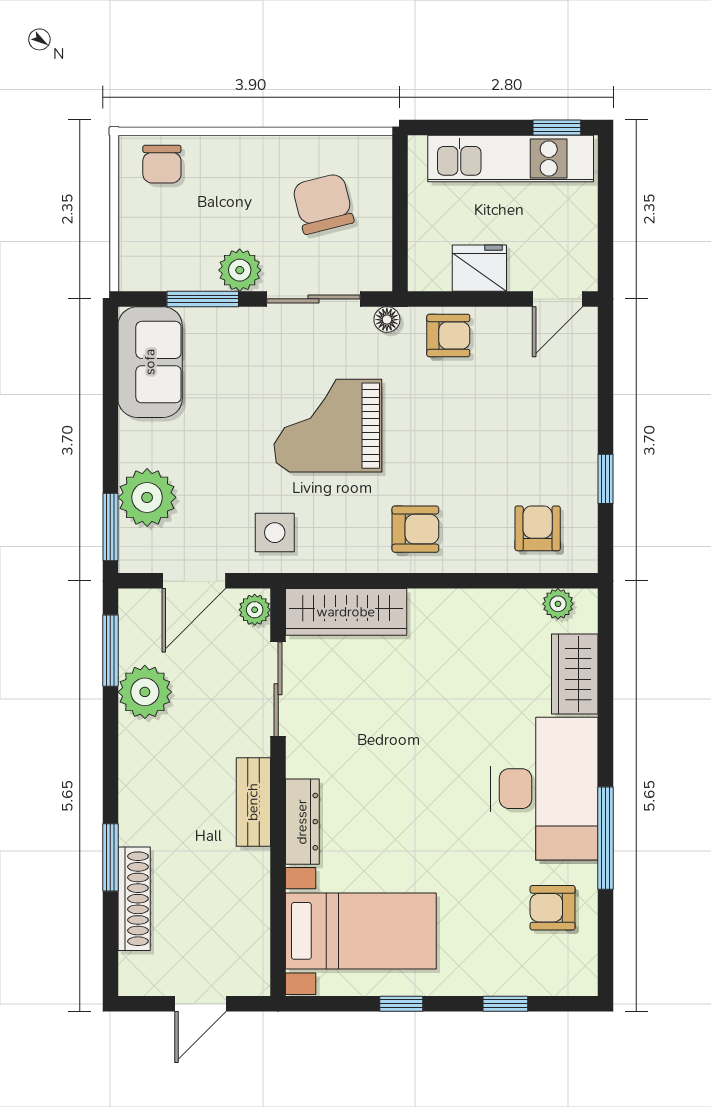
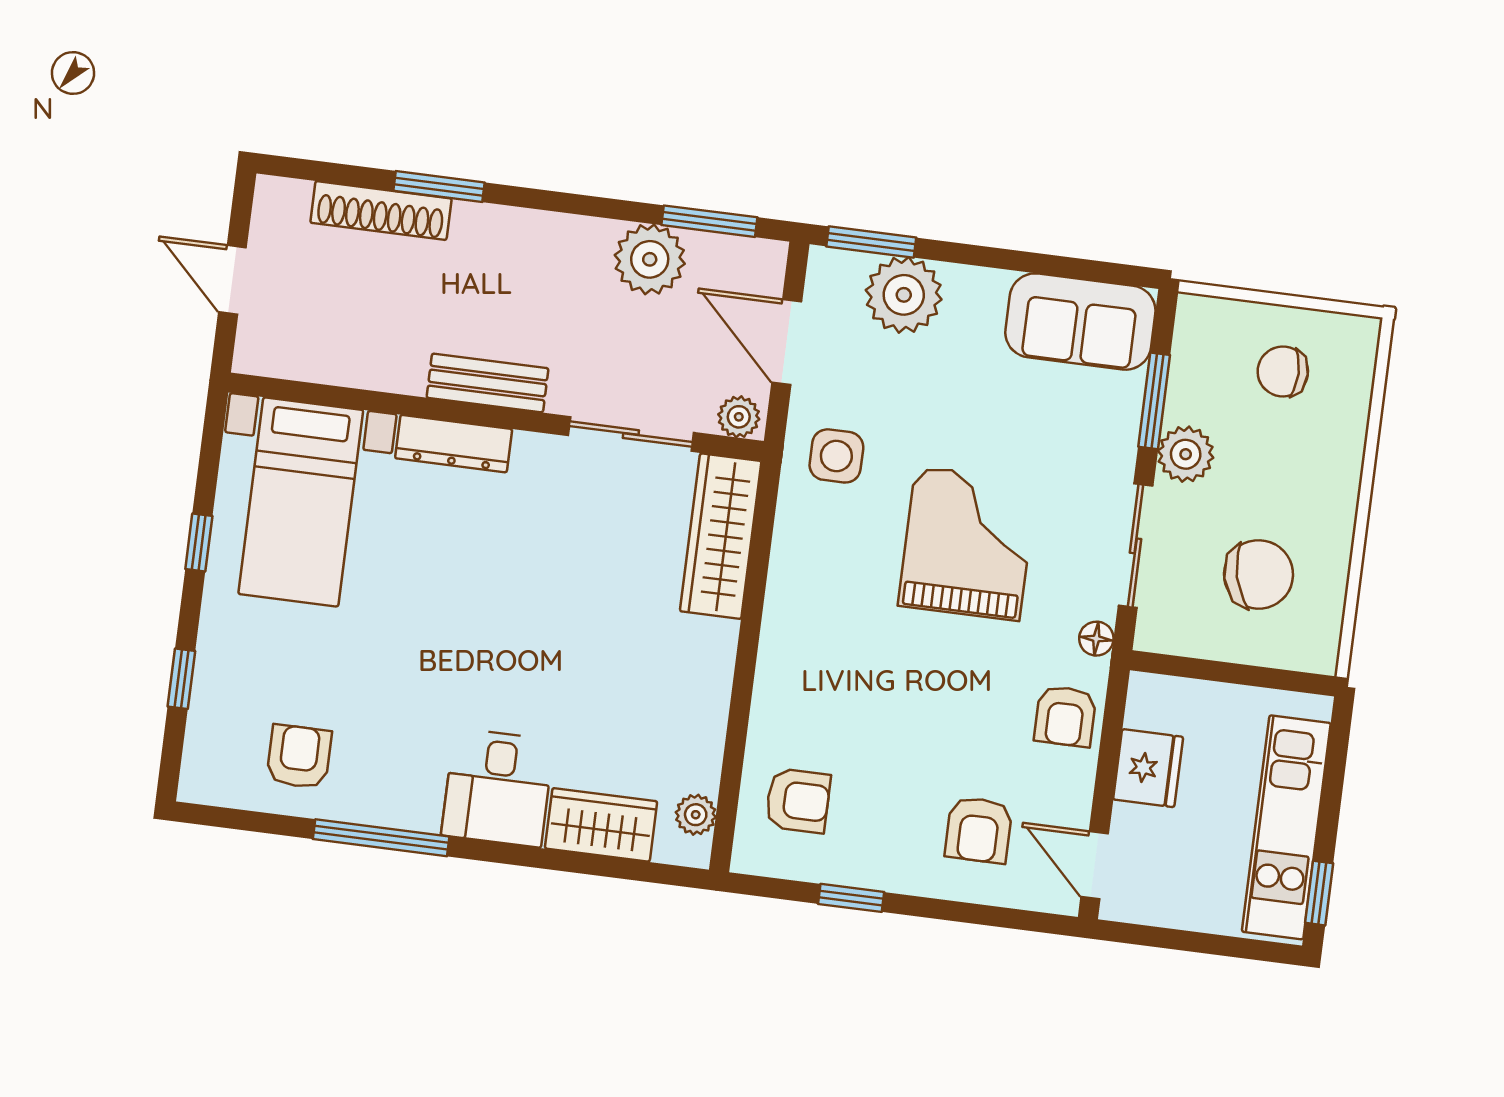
chair: (162, 164) -> (1283, 371), moved
armchair: (415, 529) -> (979, 830), moved
desk: (544, 789) -> (498, 788), width x0.53, depth x0.77

